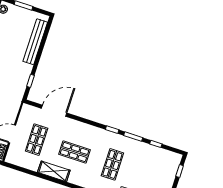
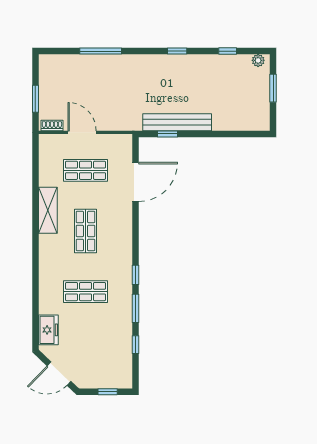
bench: (35, 42) -> (177, 122), moved
door: (54, 111) -> (136, 182), hinge flipped

